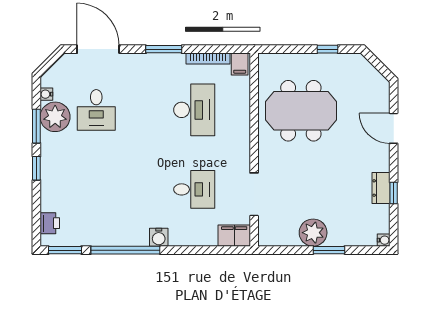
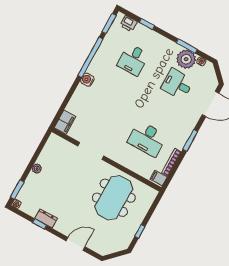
window: (36, 168) -> (147, 24), moved
desk: (194, 189) -> (133, 60), moved
doorway: (254, 194) -> (91, 151), moved
plant: (313, 233) -> (37, 169), width x0.53, depth x0.53
window: (329, 250) -> (17, 189), moved

